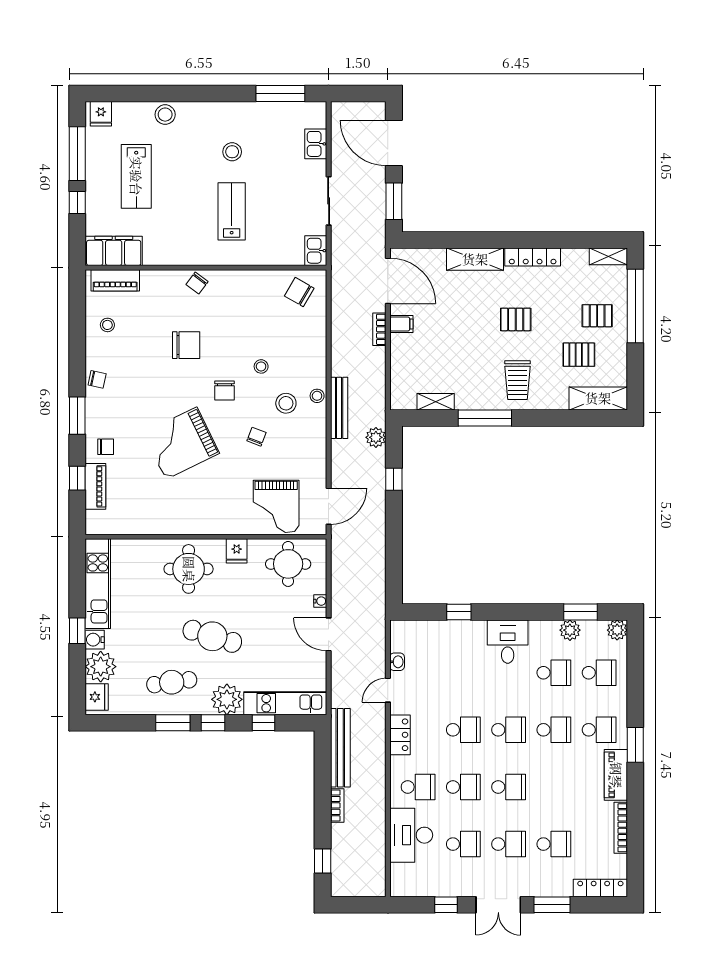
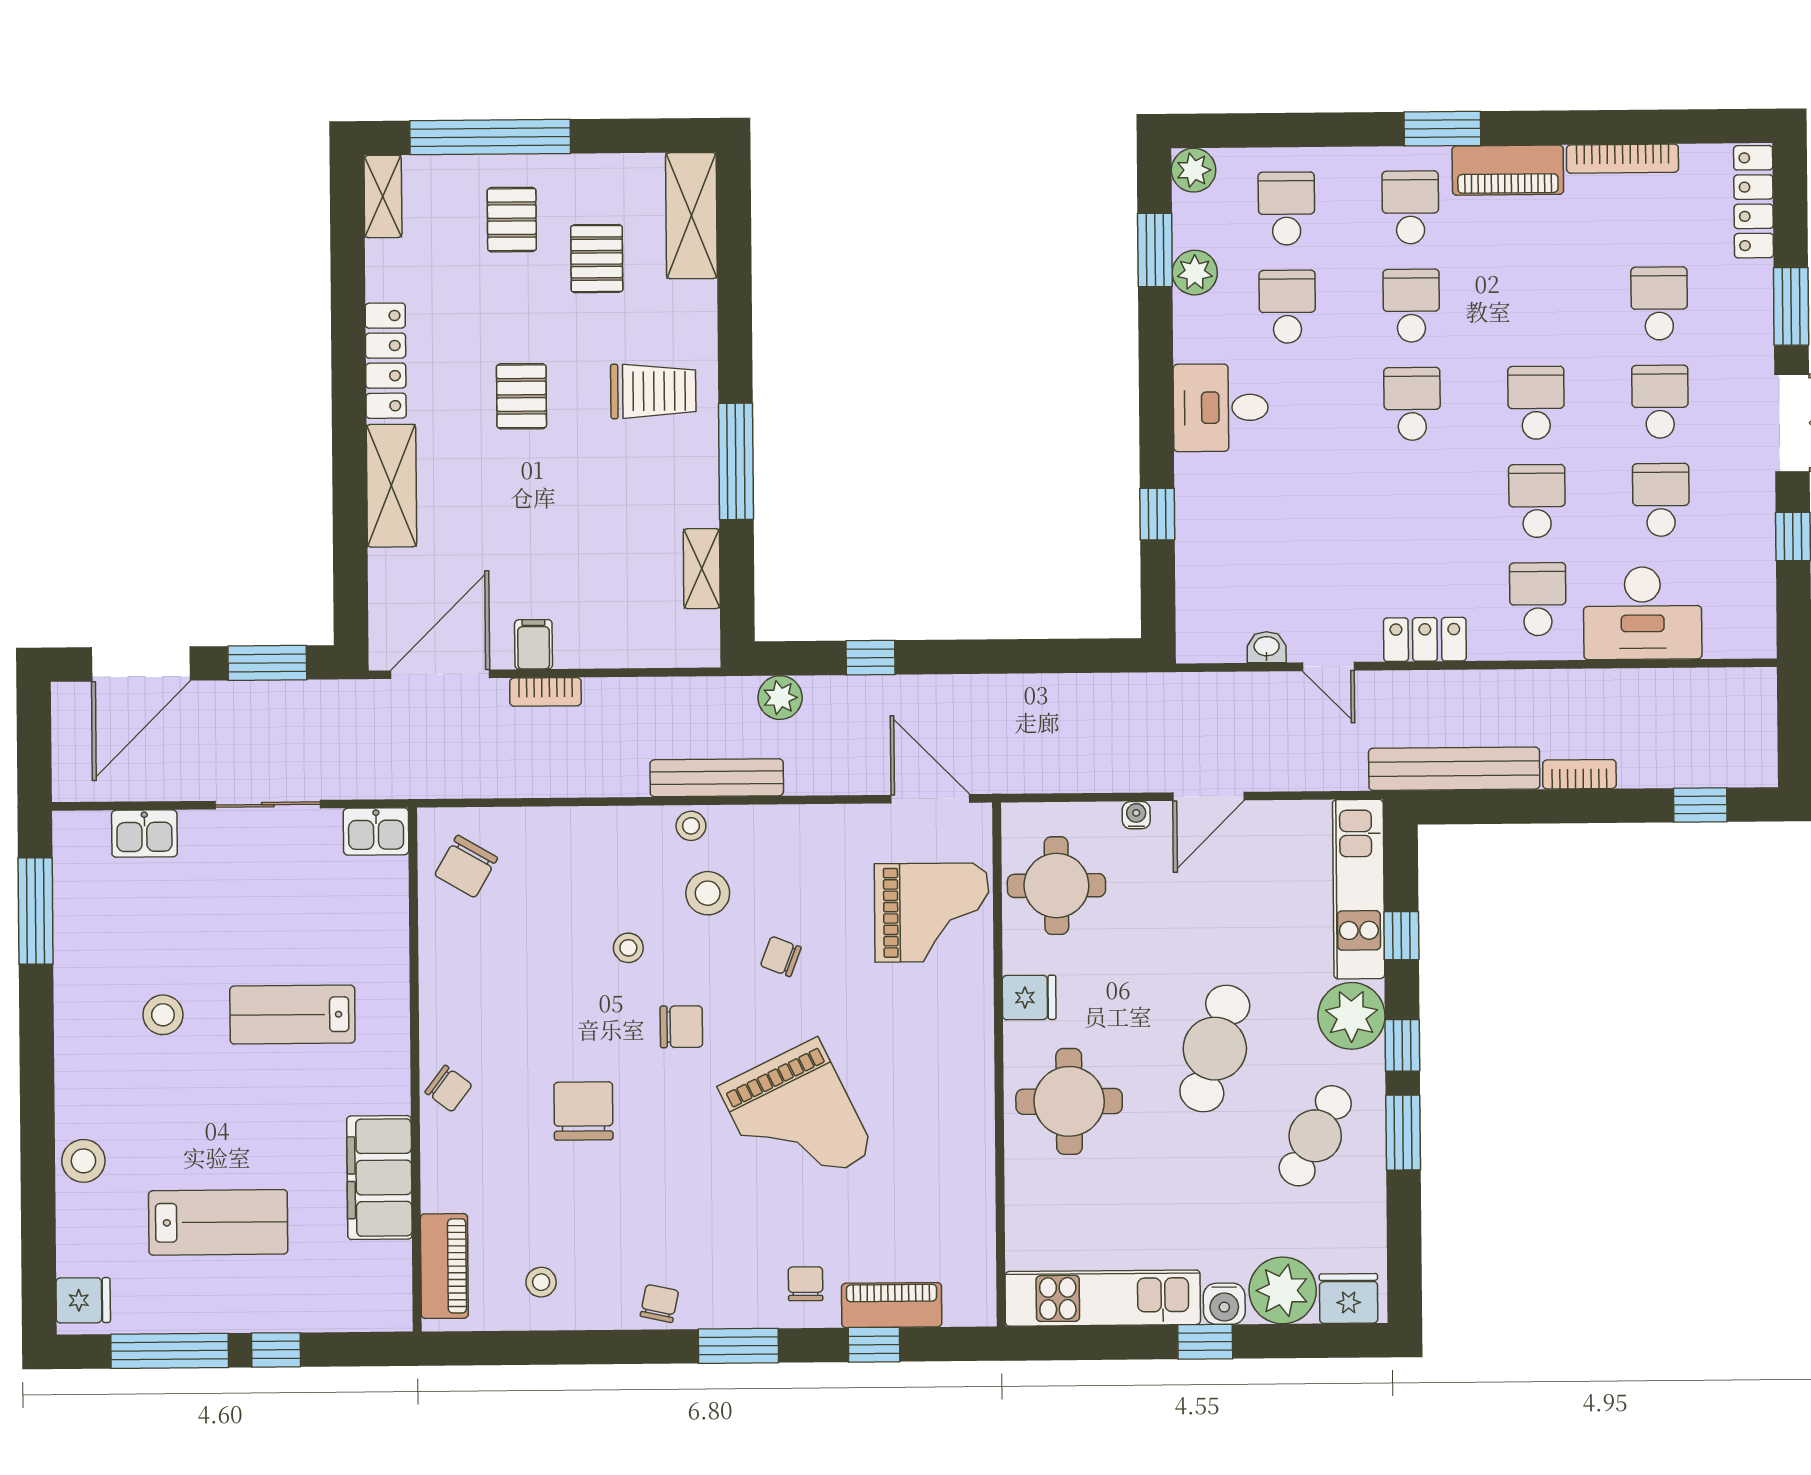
filing cabinet: (114, 251) -> (379, 1178), moved
cafe table: (172, 682) -> (1315, 1136), turned 37
school desk: (463, 730) -> (1413, 502), removed

